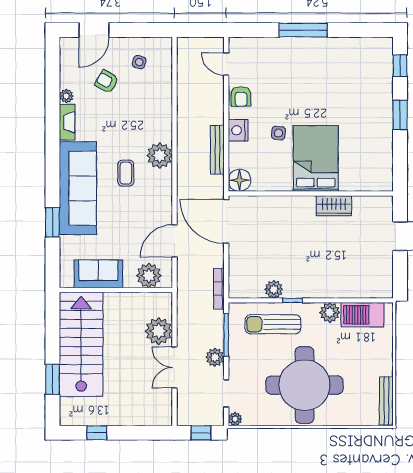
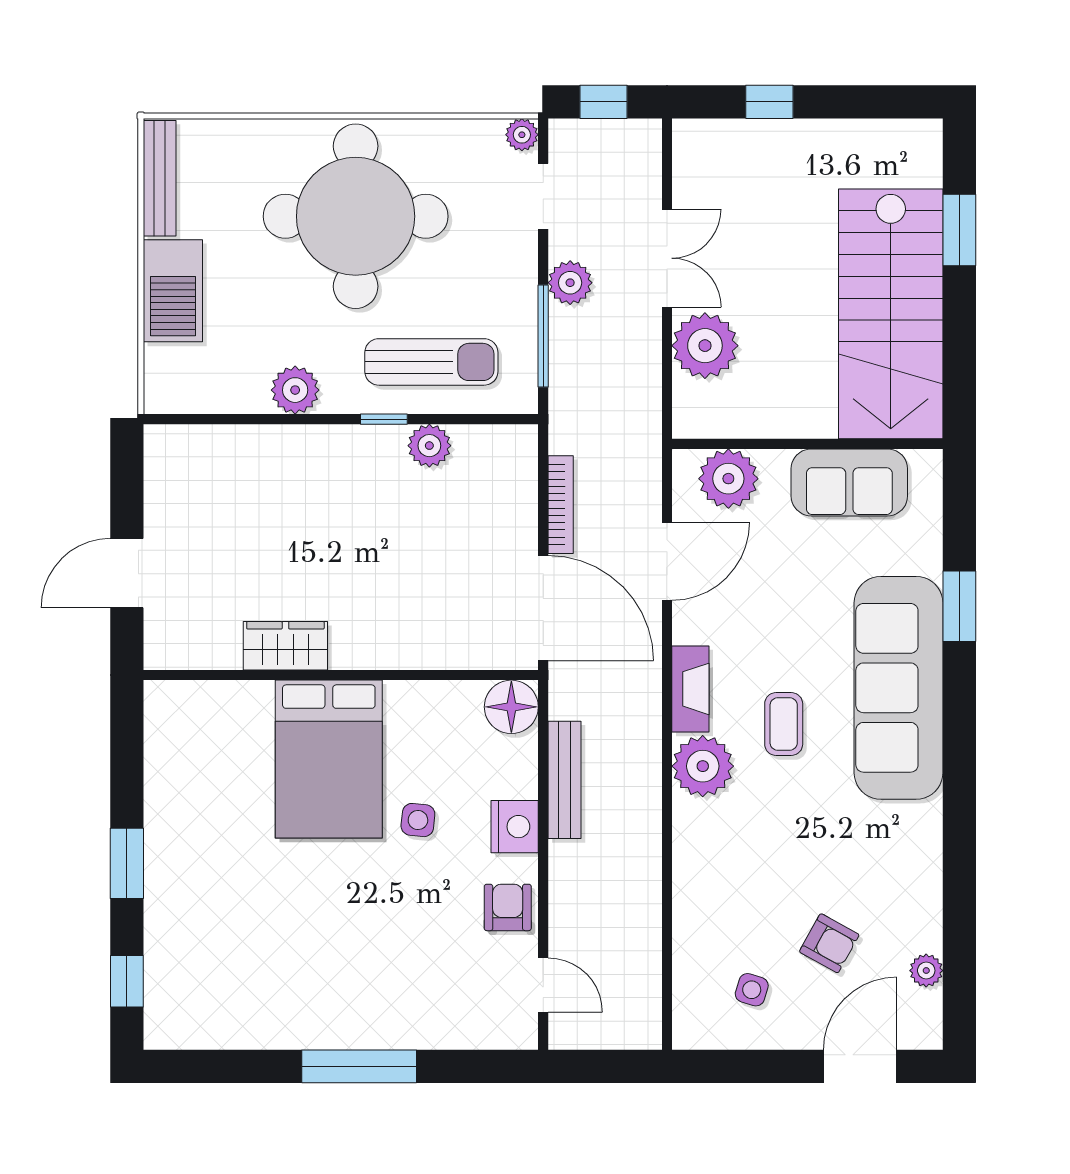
plant: (66, 96) -> (926, 971), moved
fireplace: (67, 122) -> (690, 689), moved, turned 180
bookcase: (219, 289) -> (561, 505), moved
barbecue: (363, 315) -> (173, 291), moved, turned 90
window: (97, 433) -> (769, 102), moved

